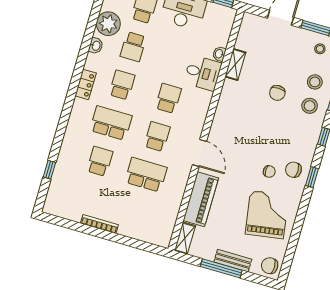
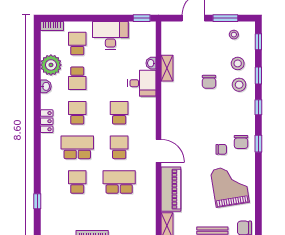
chair: (293, 170) -> (241, 142), turned -90

